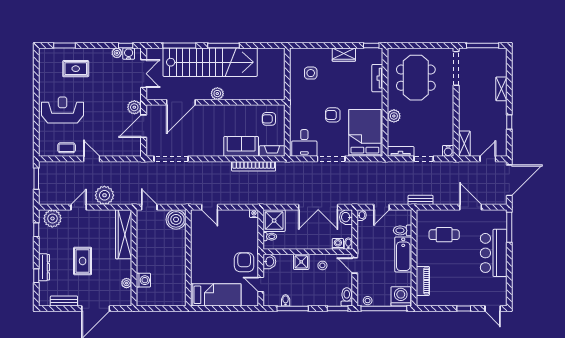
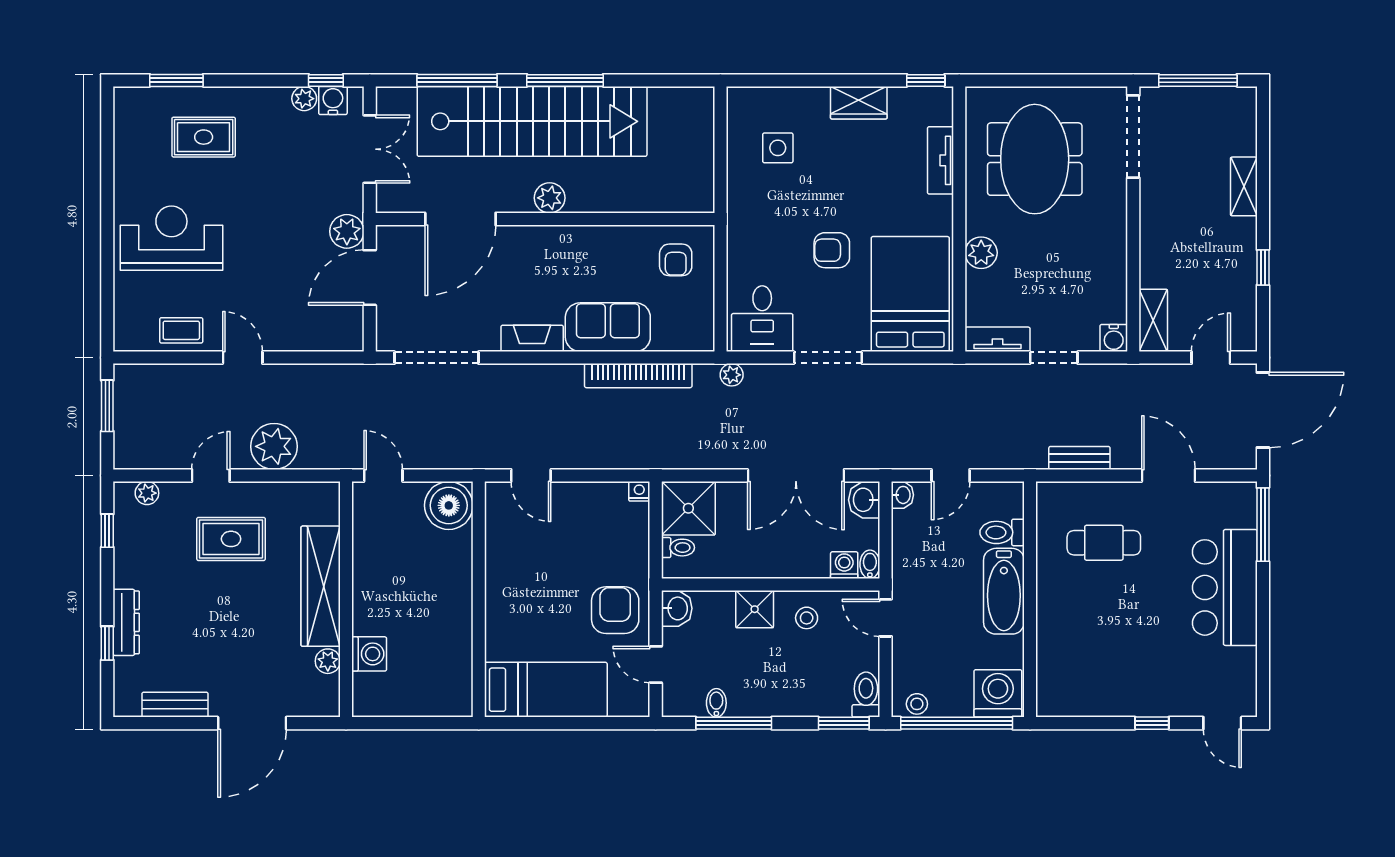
armchair: (269, 119) -> (676, 260), turned -90
fireplace: (272, 151) -> (532, 338), moved
plant: (292, 166) -> (732, 375), added
bench: (421, 200) -> (1079, 458), moved
plant: (52, 218) -> (147, 493), width x0.53, depth x0.53
wardrobe: (124, 234) -> (321, 586), moved
rug: (83, 261) -> (231, 539), moved, turned 90
piano: (423, 281) -> (1052, 656), removed

